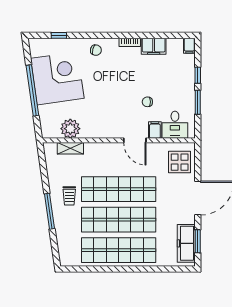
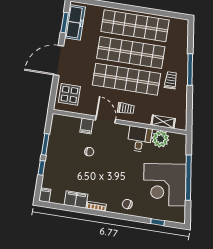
desk: (175, 125) -> (139, 139), moved
trolley: (114, 156) -> (126, 108), added

